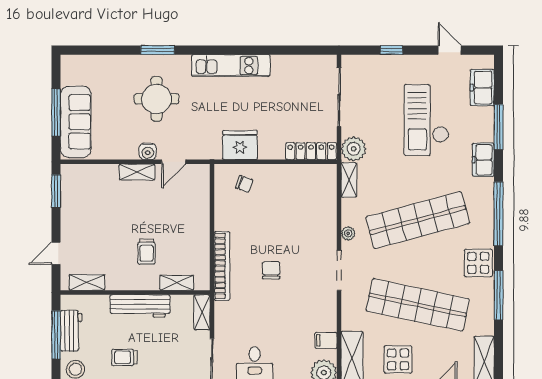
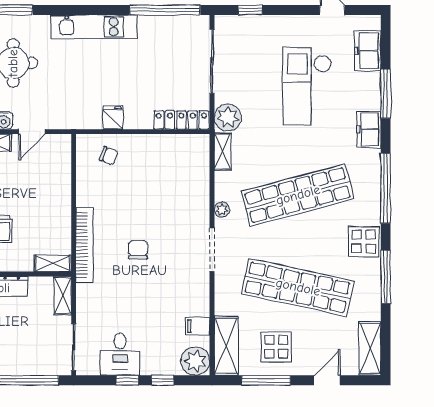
window: (296, 50) -> (165, 10), added
window: (391, 50) -> (250, 10), moved
fridge: (240, 145) -> (113, 117), width x0.53, depth x0.75
shelving: (177, 283) -> (53, 263), moved

